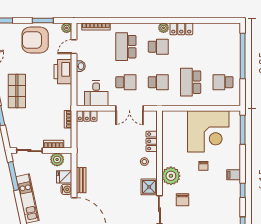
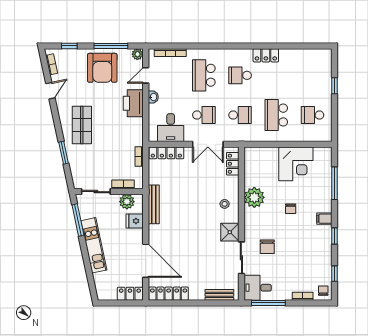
window: (43, 20) -> (111, 46), width x1.44
plant: (164, 28) -> (246, 54), removed
armchair: (35, 40) -> (102, 68), turned -90
school desk: (158, 47) -> (240, 75), turned 180
window: (243, 56) -> (334, 86), width x0.32
locker: (87, 116) -> (166, 153), width x1.53
window: (243, 130) -> (334, 183), moved
corner desk: (208, 131) -> (296, 164), width x0.74, depth x0.74
locker: (152, 141) -> (233, 164), moved
plant: (171, 176) -> (254, 197), moved
bench: (81, 180) -> (154, 204), moved, width x1.36
water cooler: (66, 189) -> (137, 235), removed

